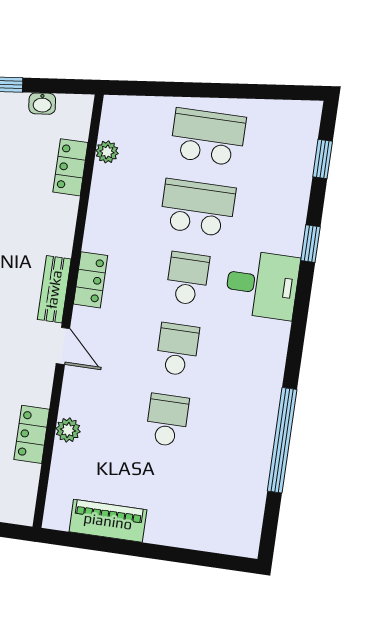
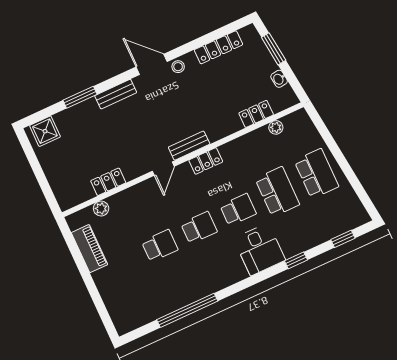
plant: (68, 430) -> (101, 209), moved

